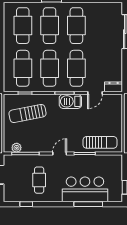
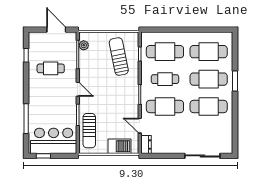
cafe table: (50, 68) -> (165, 79), width x0.73, depth x0.74
barbecue: (70, 101) -> (120, 146), moved, turned 90
bar counter: (85, 189) -> (54, 141), moved, turned -90

